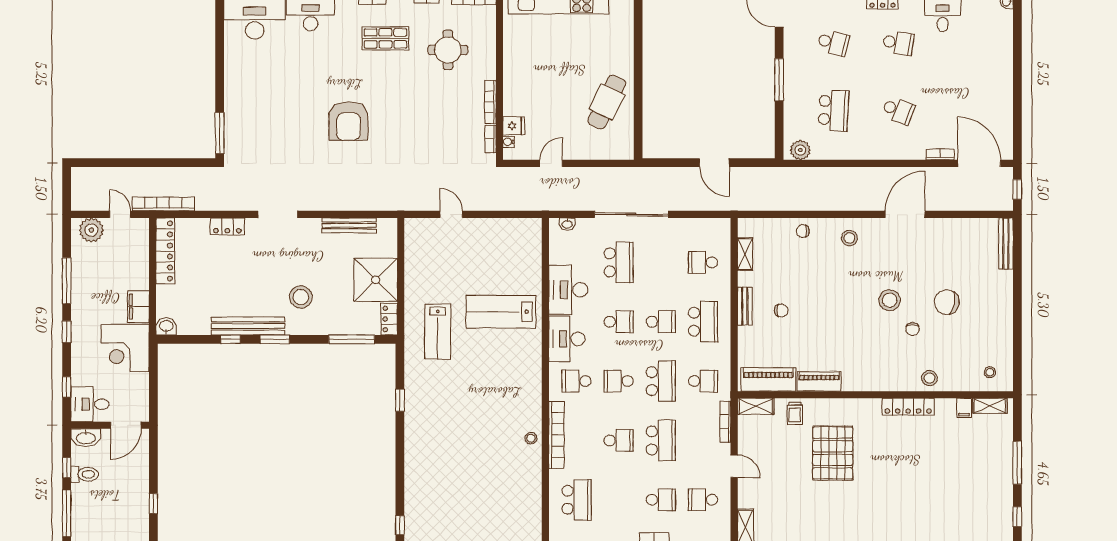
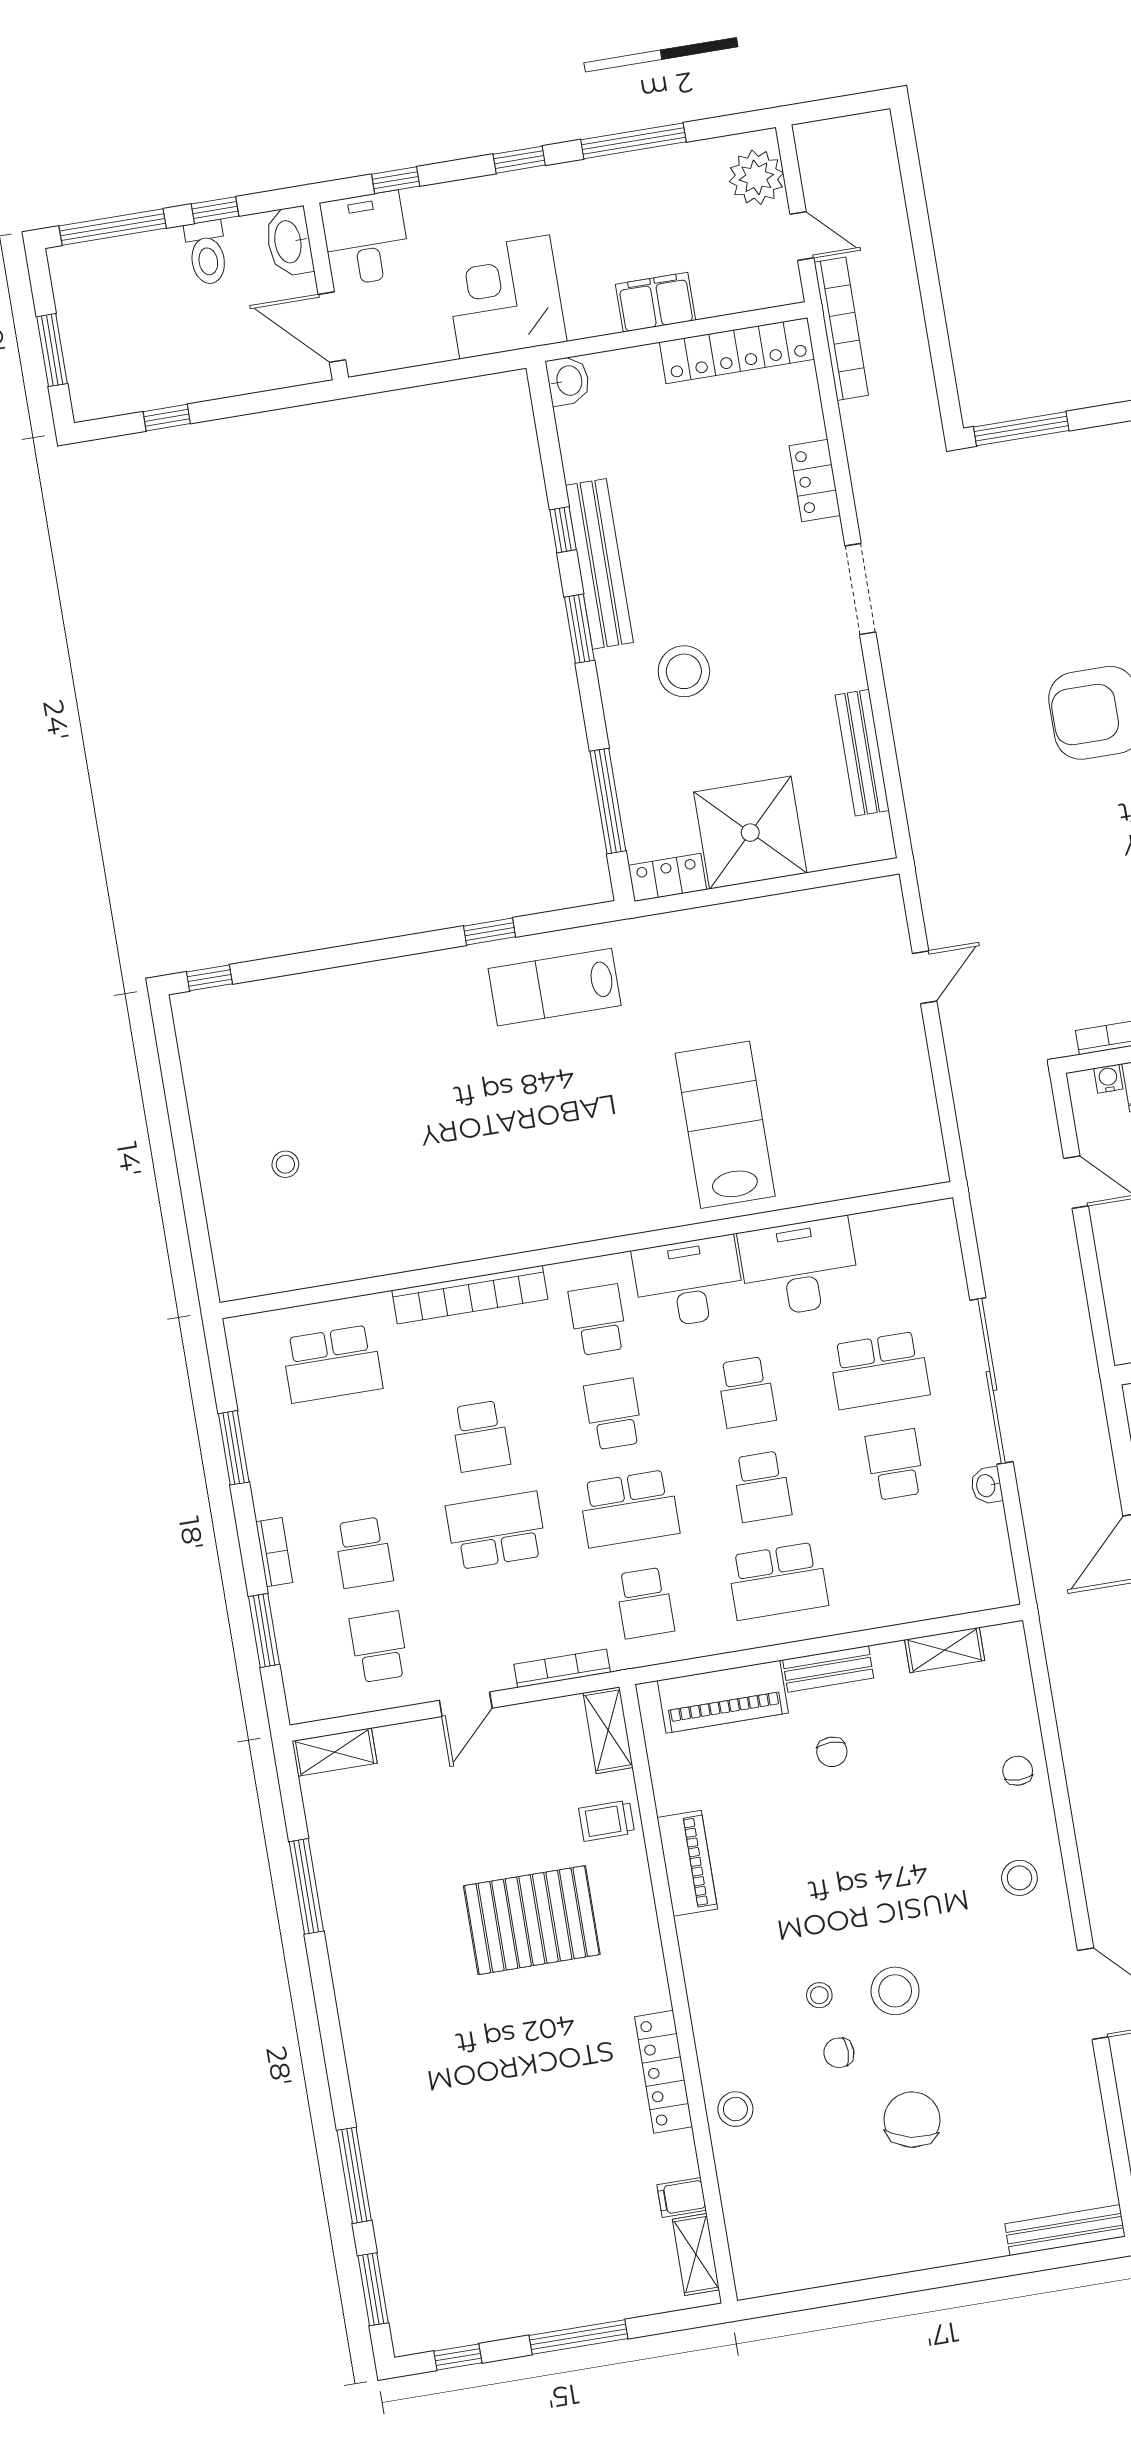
door: (120, 214) -> (802, 236), hinge flipped
washbasin: (567, 224) -> (987, 1486), moved
school desk: (703, 262) -> (895, 1465), moved
filing cabinet: (138, 307) -> (656, 302), moved
lab bench: (438, 332) -> (555, 987), moved
stool: (990, 372) -> (819, 1995), moved
piano: (768, 379) -> (723, 1697), moved, turned 90
stool: (531, 438) -> (285, 1164), moved
school desk: (661, 440) -> (496, 1531), turned 180

